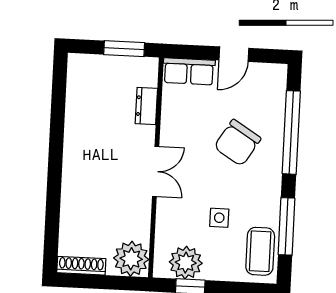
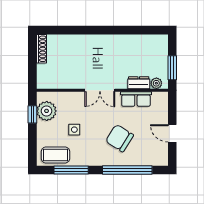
row of seats: (189, 71) -> (136, 99), moved, turned -90
plant: (131, 259) -> (156, 83), moved, width x0.53, depth x0.53

